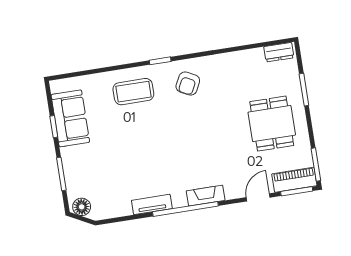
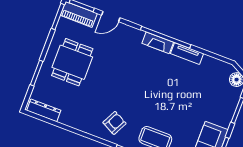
dresser: (279, 52) -> (44, 110), width x1.44
fireplace: (206, 196) -> (158, 43), moved

